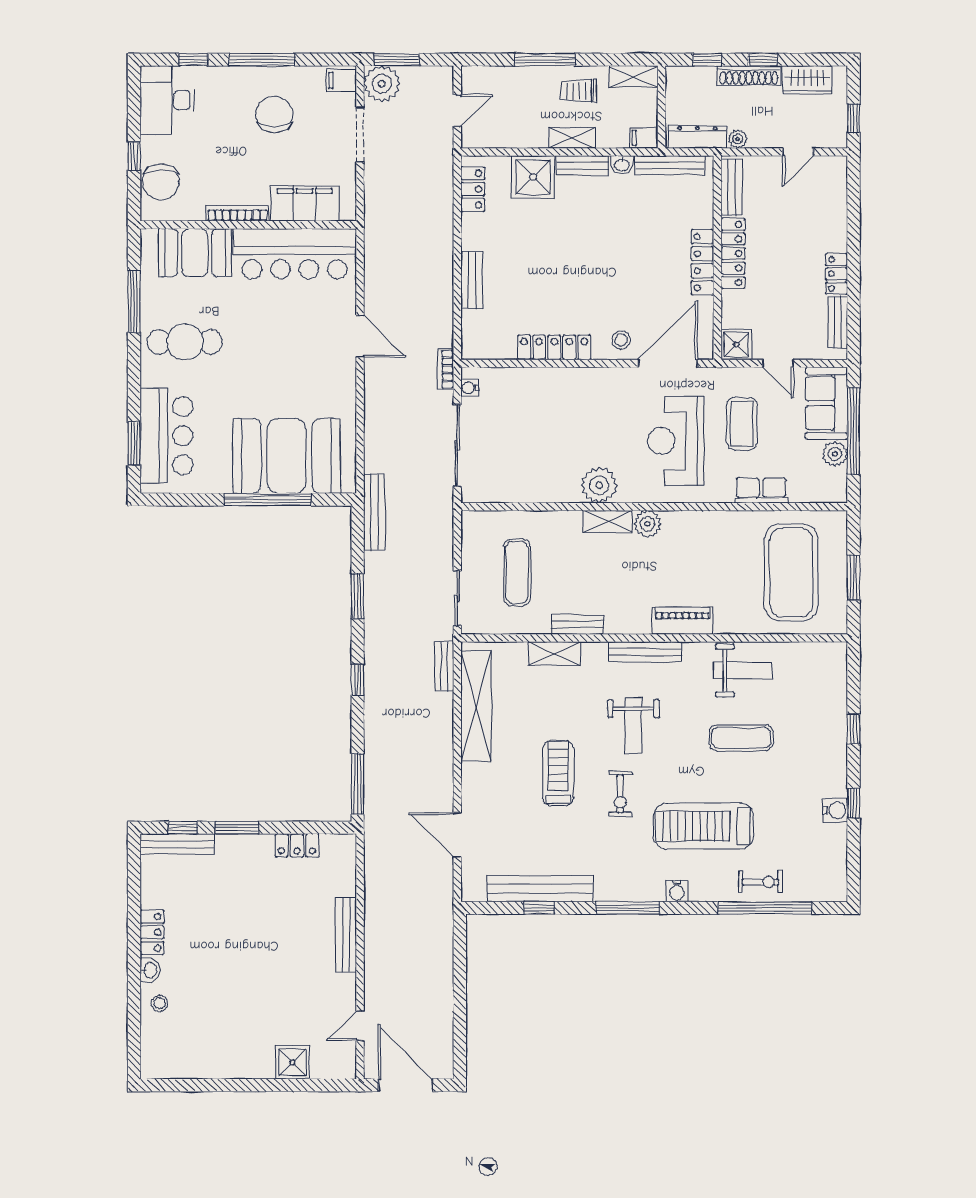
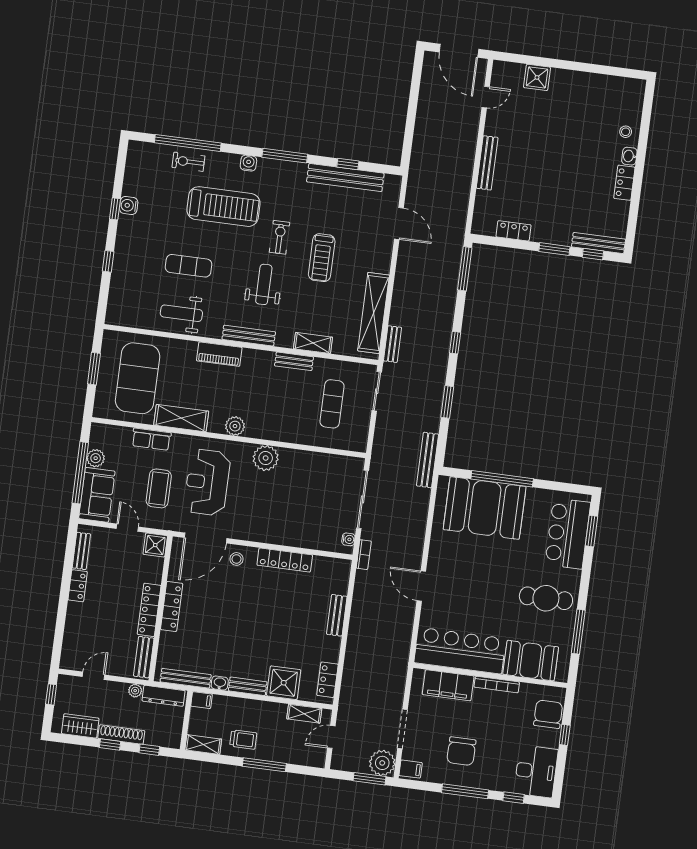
shelving: (572, 138) -> (304, 714), moved
reception desk: (676, 441) -> (207, 482), turned 180
shelving: (608, 521) -> (181, 418), moved, width x1.50, depth x1.33

